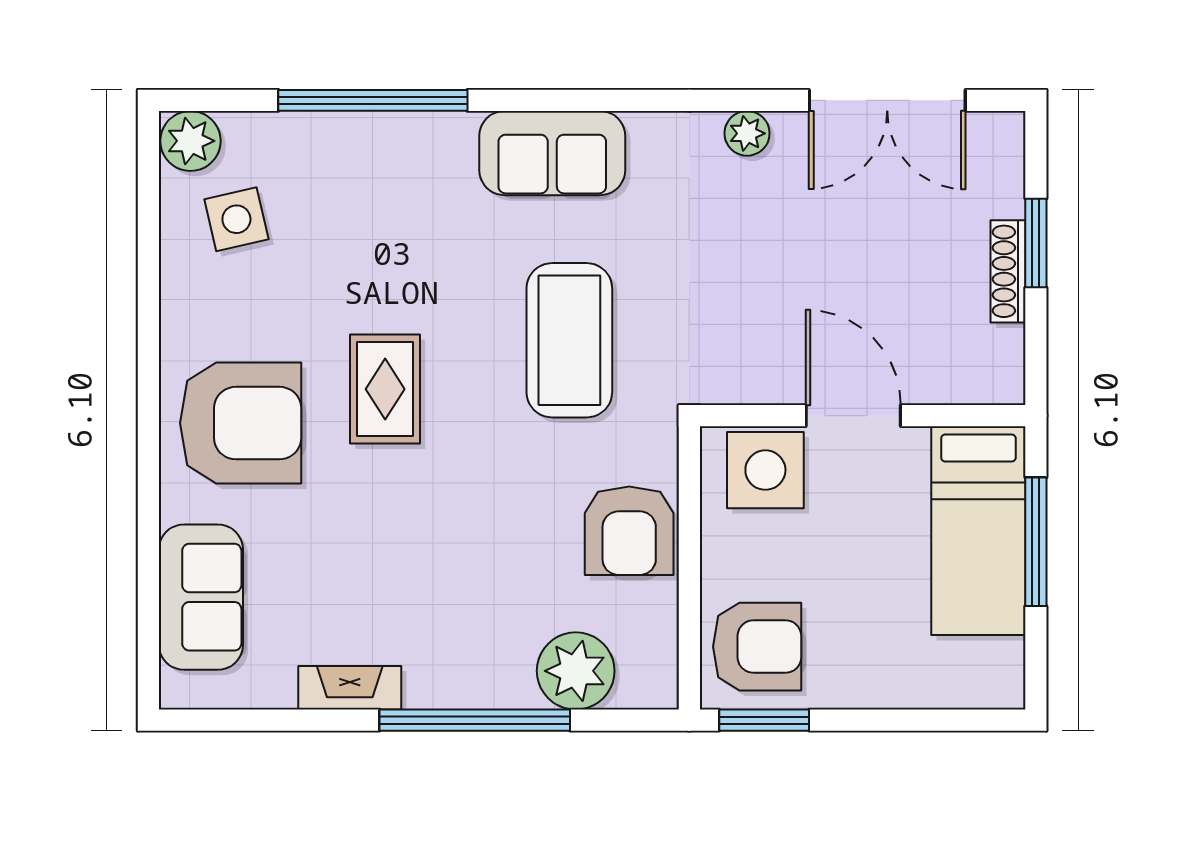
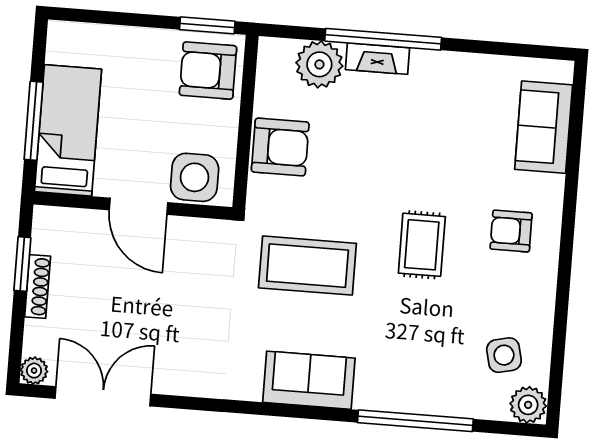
plant: (747, 133) -> (34, 371), moved
window: (1036, 243) -> (22, 264), moved
coffee table: (569, 340) -> (307, 266), turned 90
armchair: (241, 423) -> (511, 231), width x0.53, depth x0.53
armchair: (629, 531) -> (280, 147), turned 90
fireplace: (350, 688) -> (378, 59), moved

